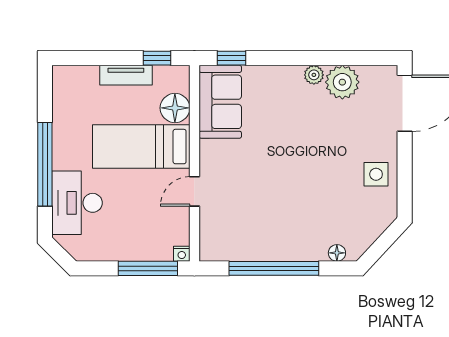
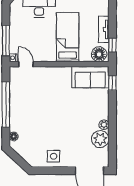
floor lamp: (175, 108) -> (99, 54), moved
door: (194, 191) -> (26, 64), moved

